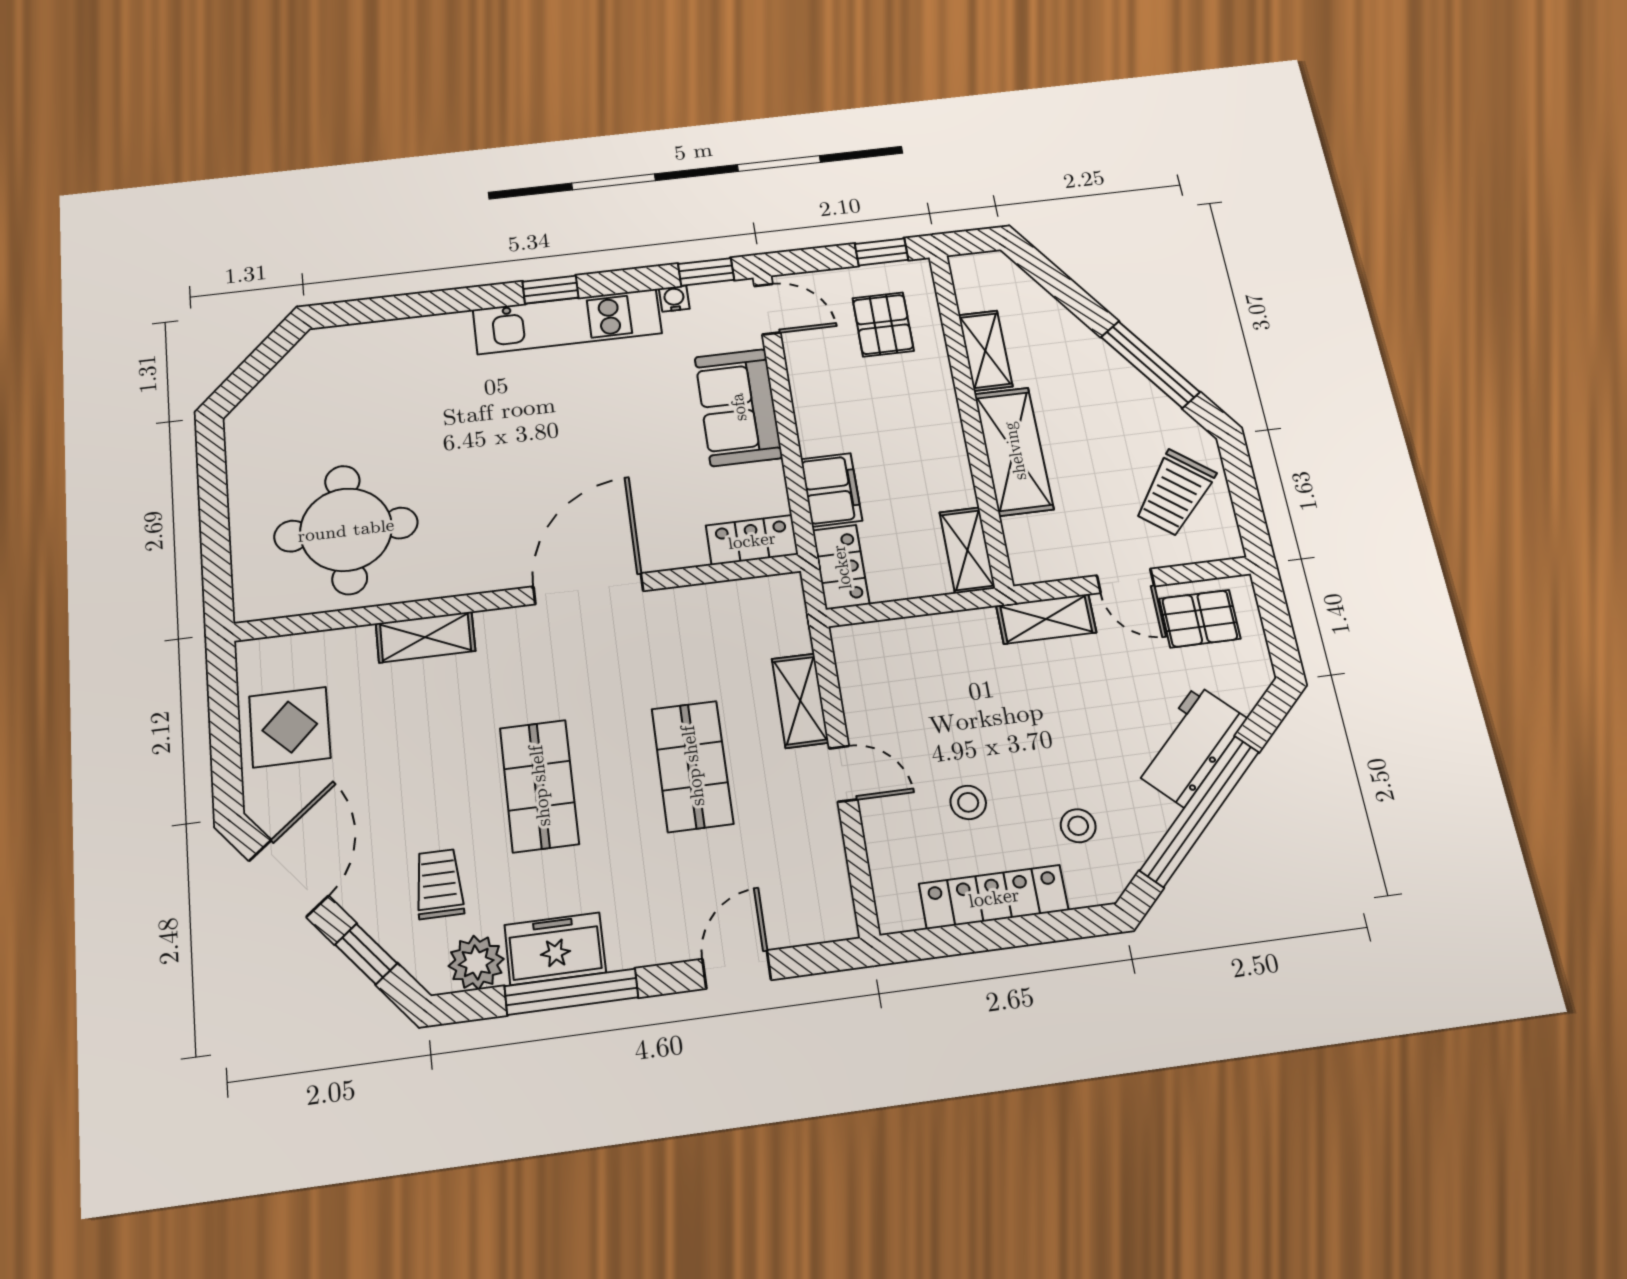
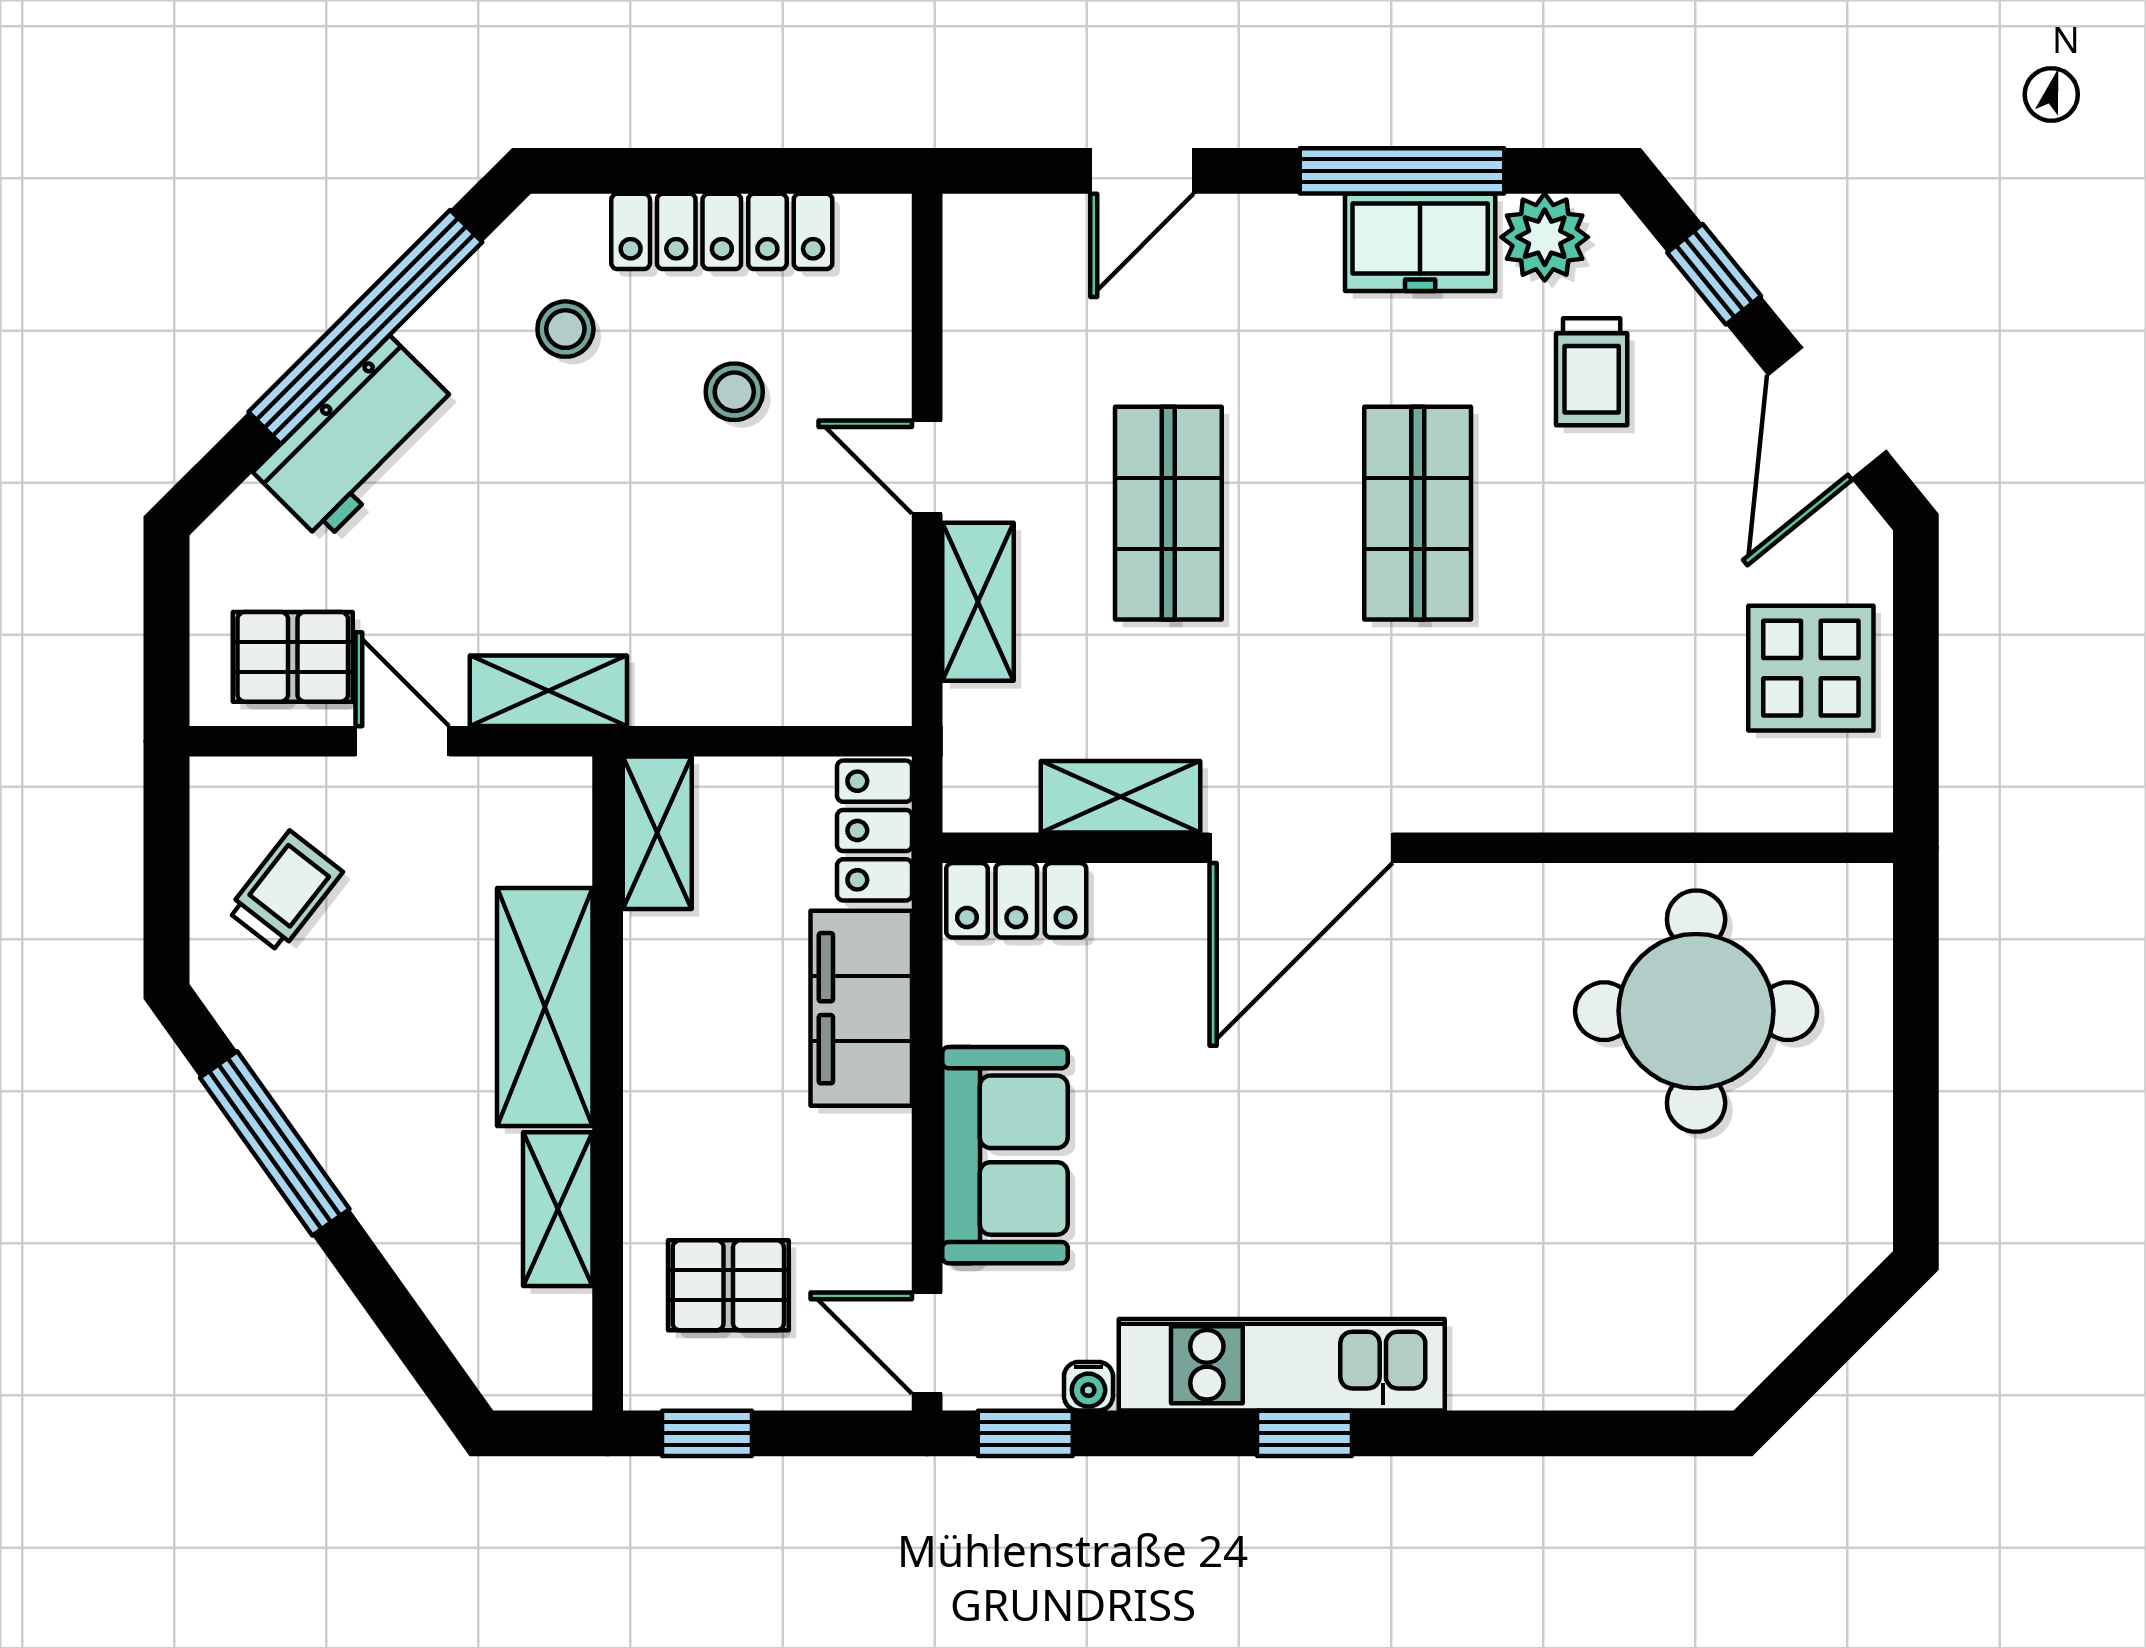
pallet: (883, 324) -> (728, 1285), turned 90
filing cabinet: (831, 490) -> (861, 1008), width x1.50, depth x1.17
trolley: (1175, 493) -> (285, 891), width x0.73, depth x0.72
shelving: (426, 637) -> (1120, 797), moved

